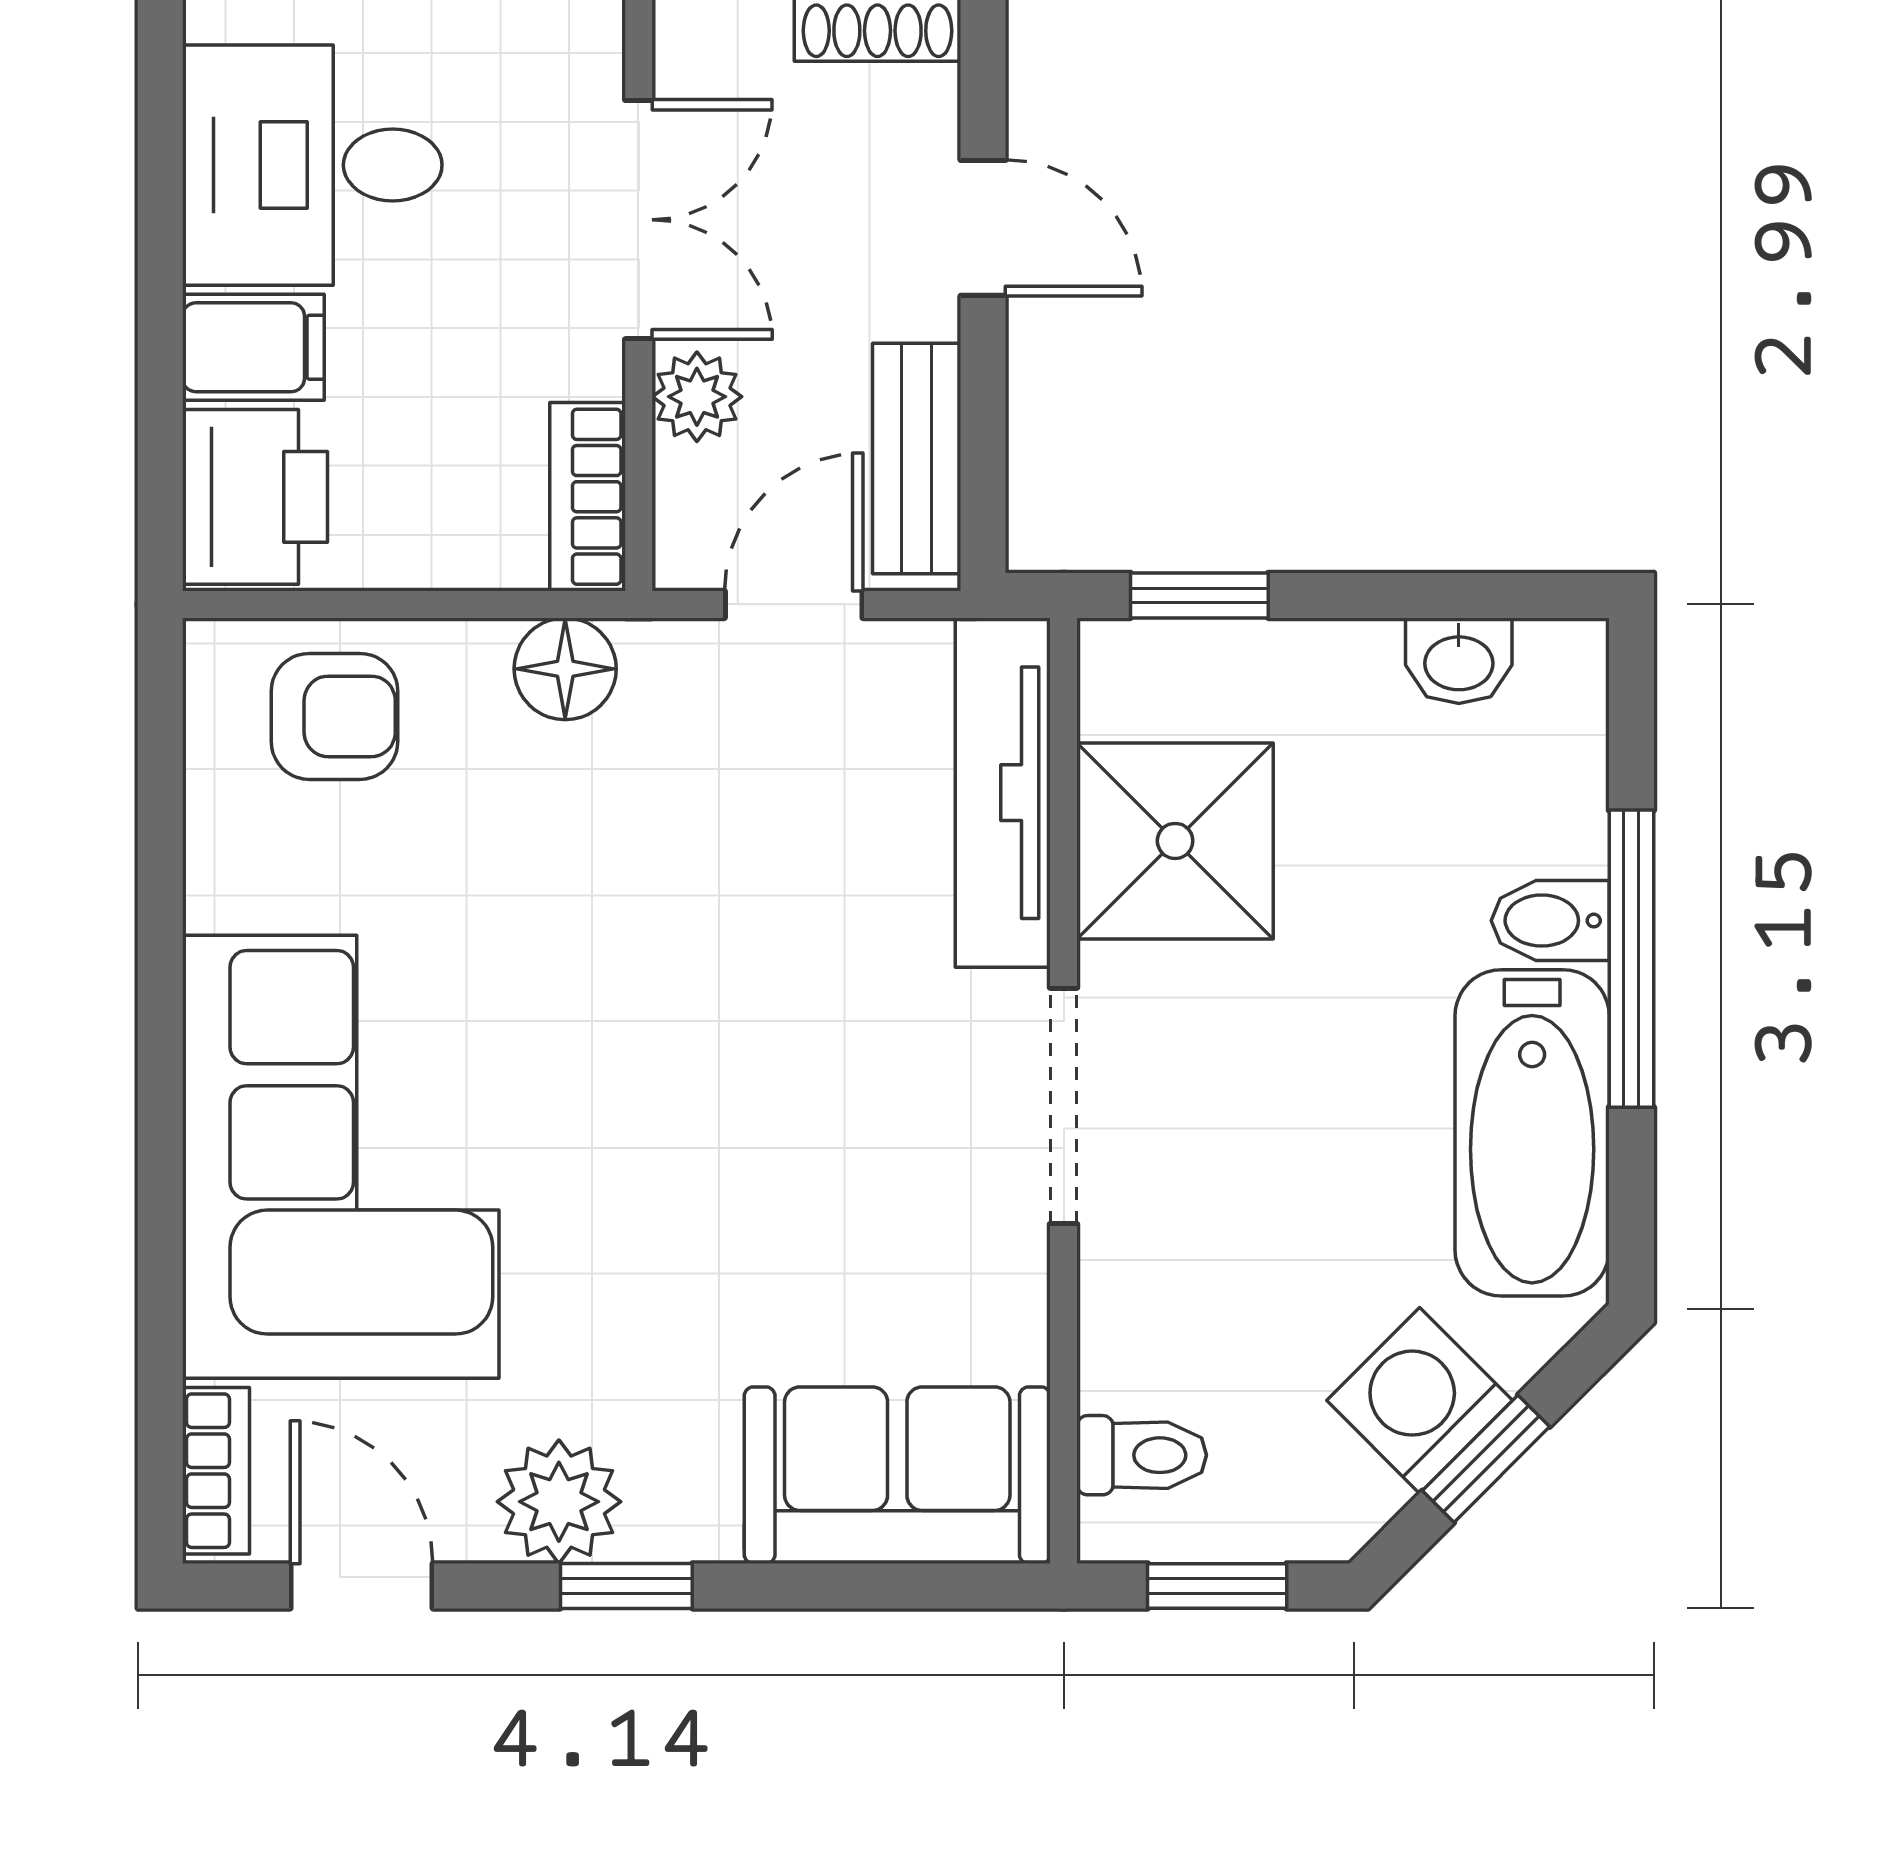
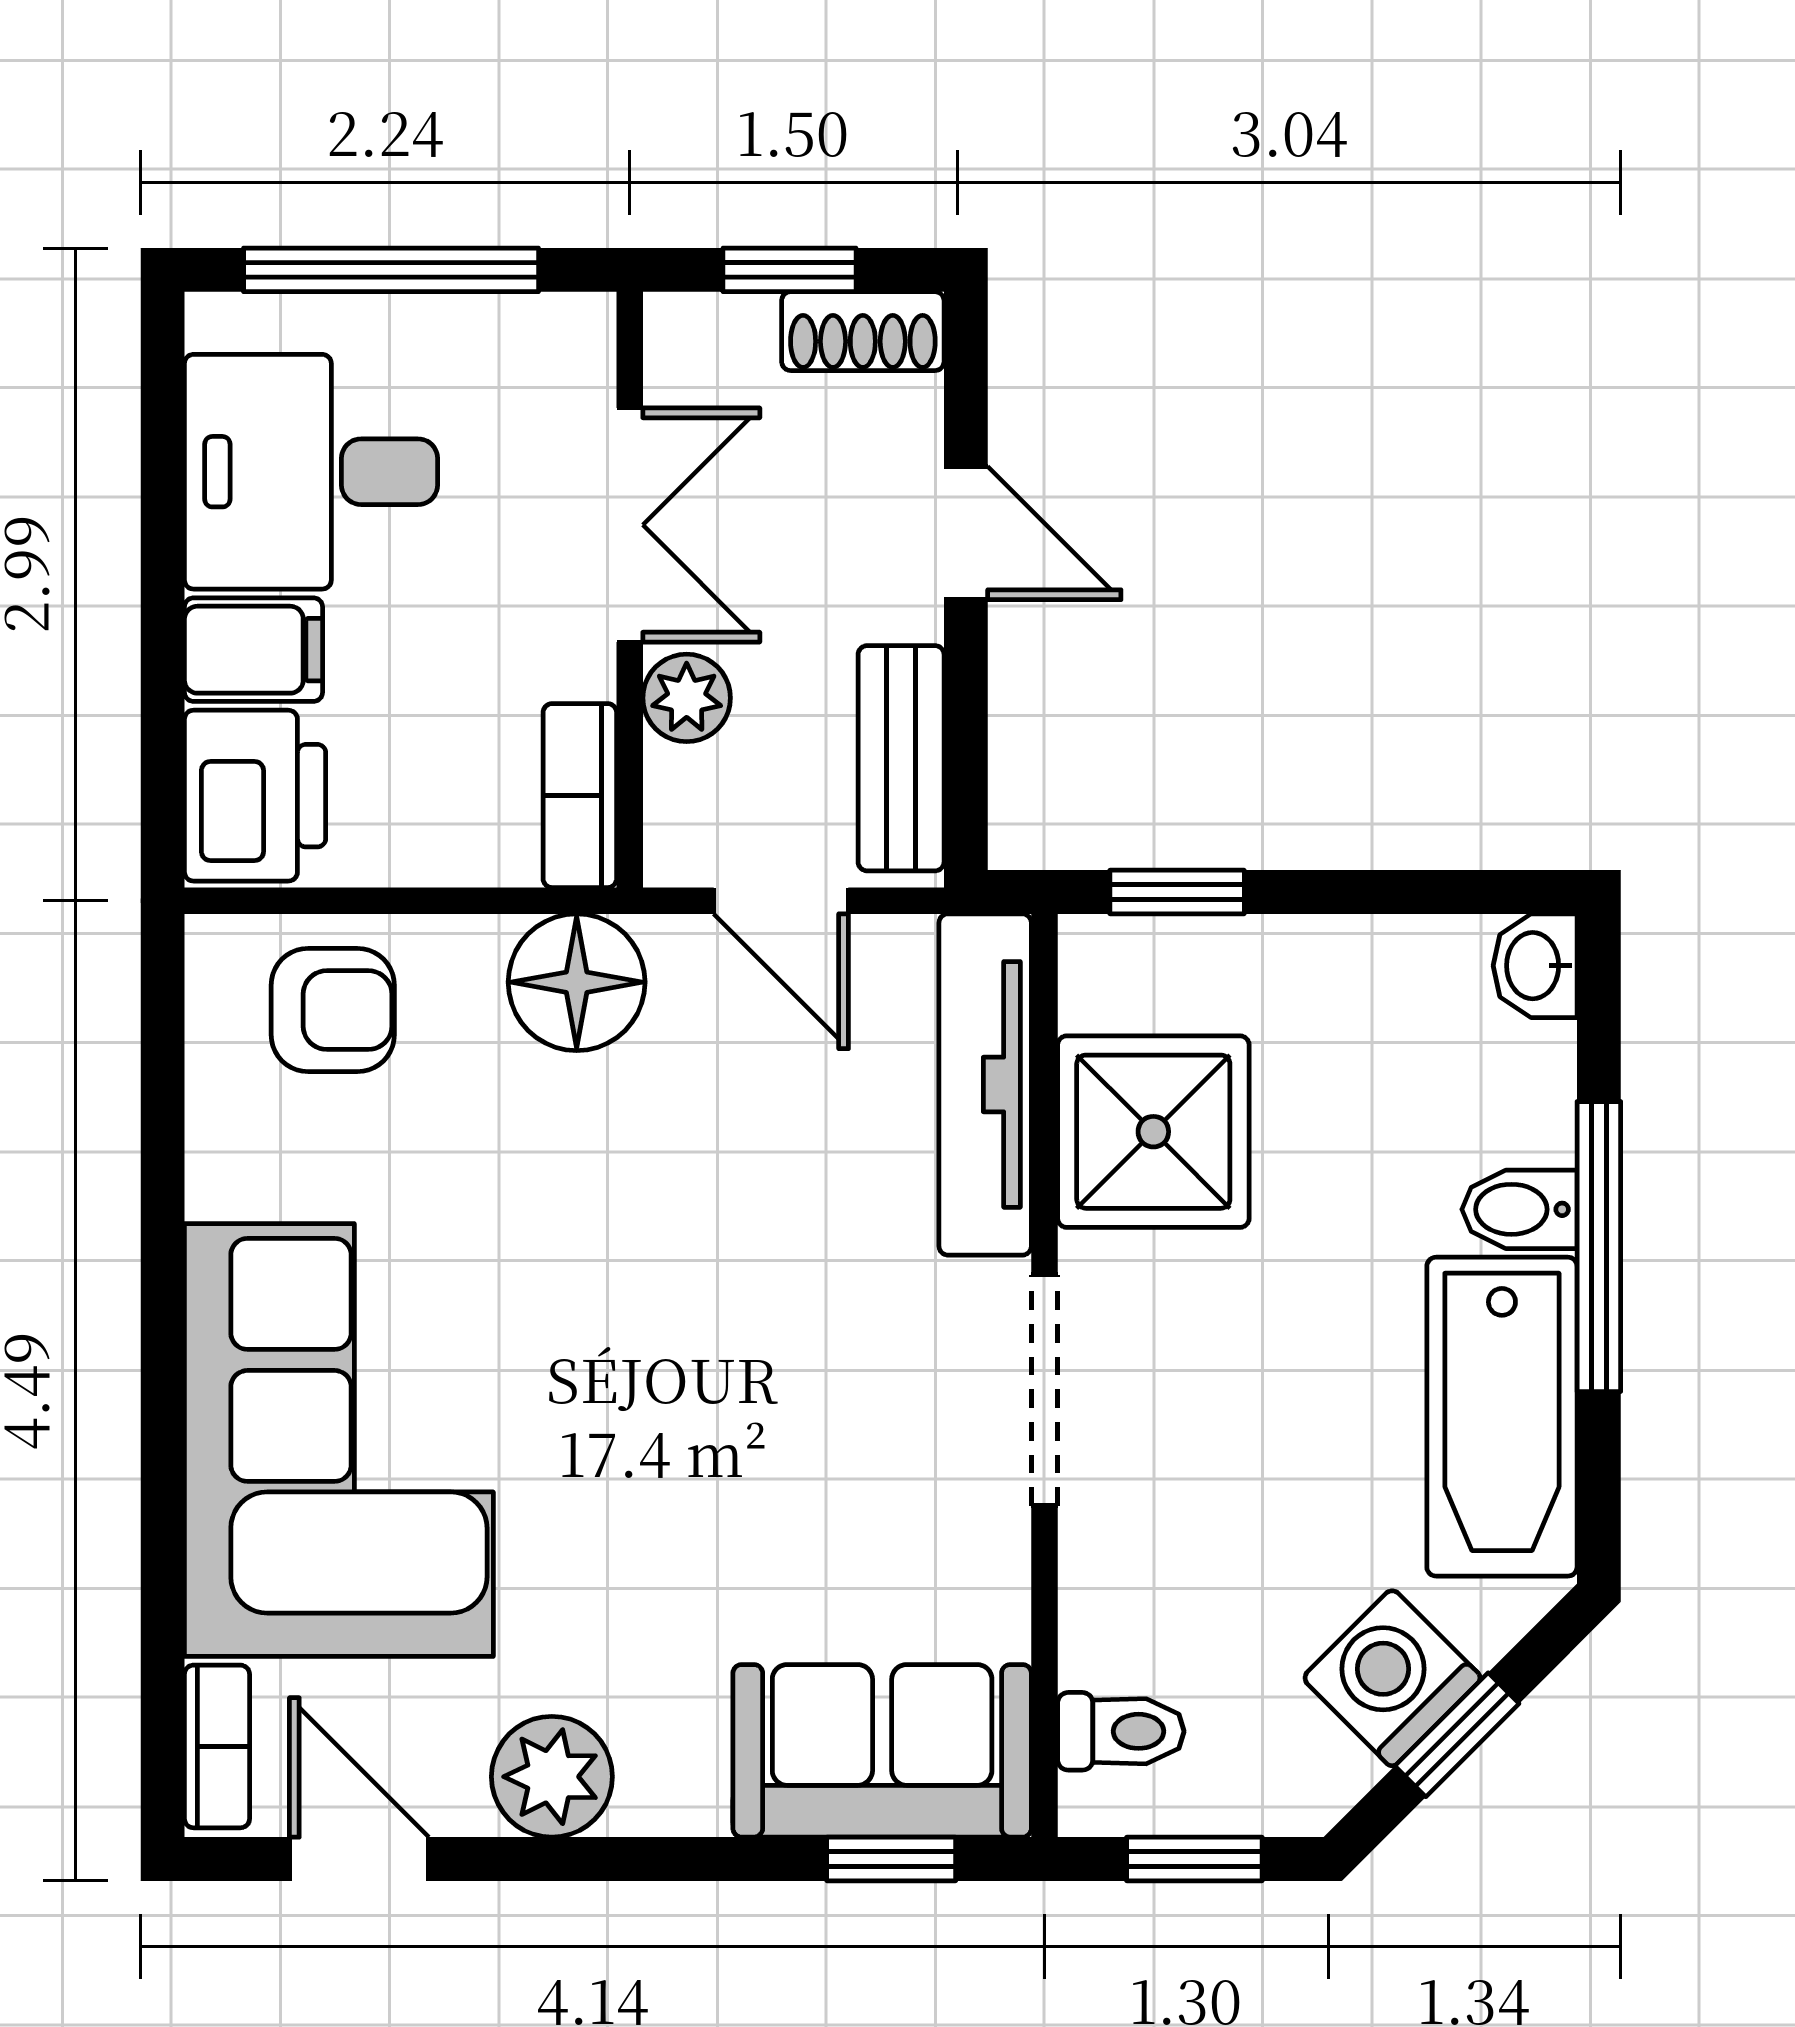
door: (794, 604) -> (781, 901), swing flipped
washbasin: (1459, 661) -> (1535, 966), moved, turned 90
floor lamp: (565, 669) -> (577, 982), width x1.38, depth x1.38
window: (626, 1586) -> (891, 1859), moved

